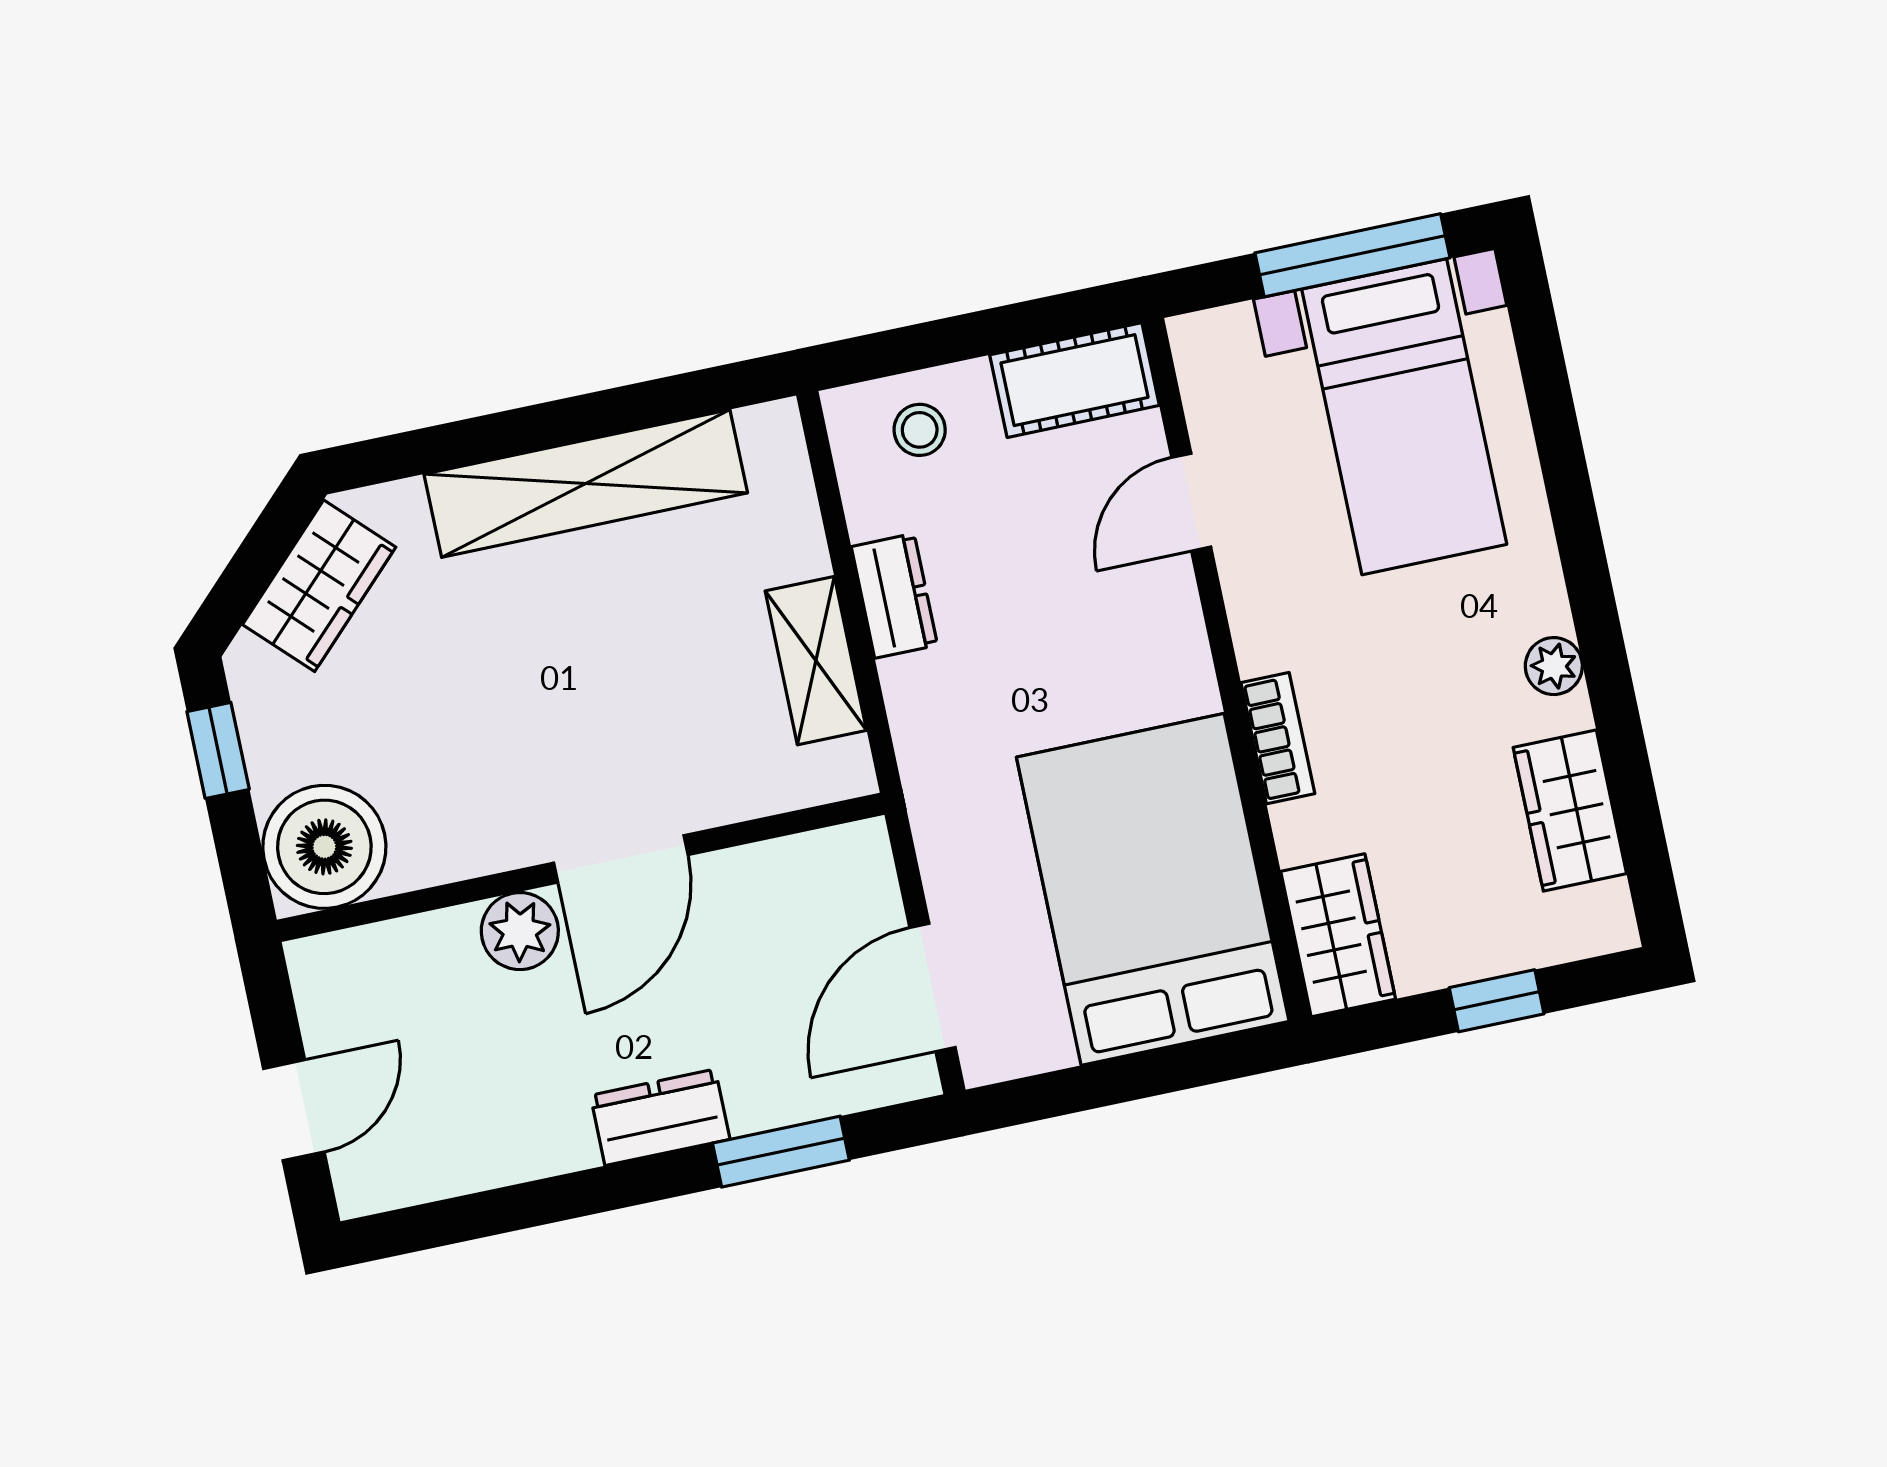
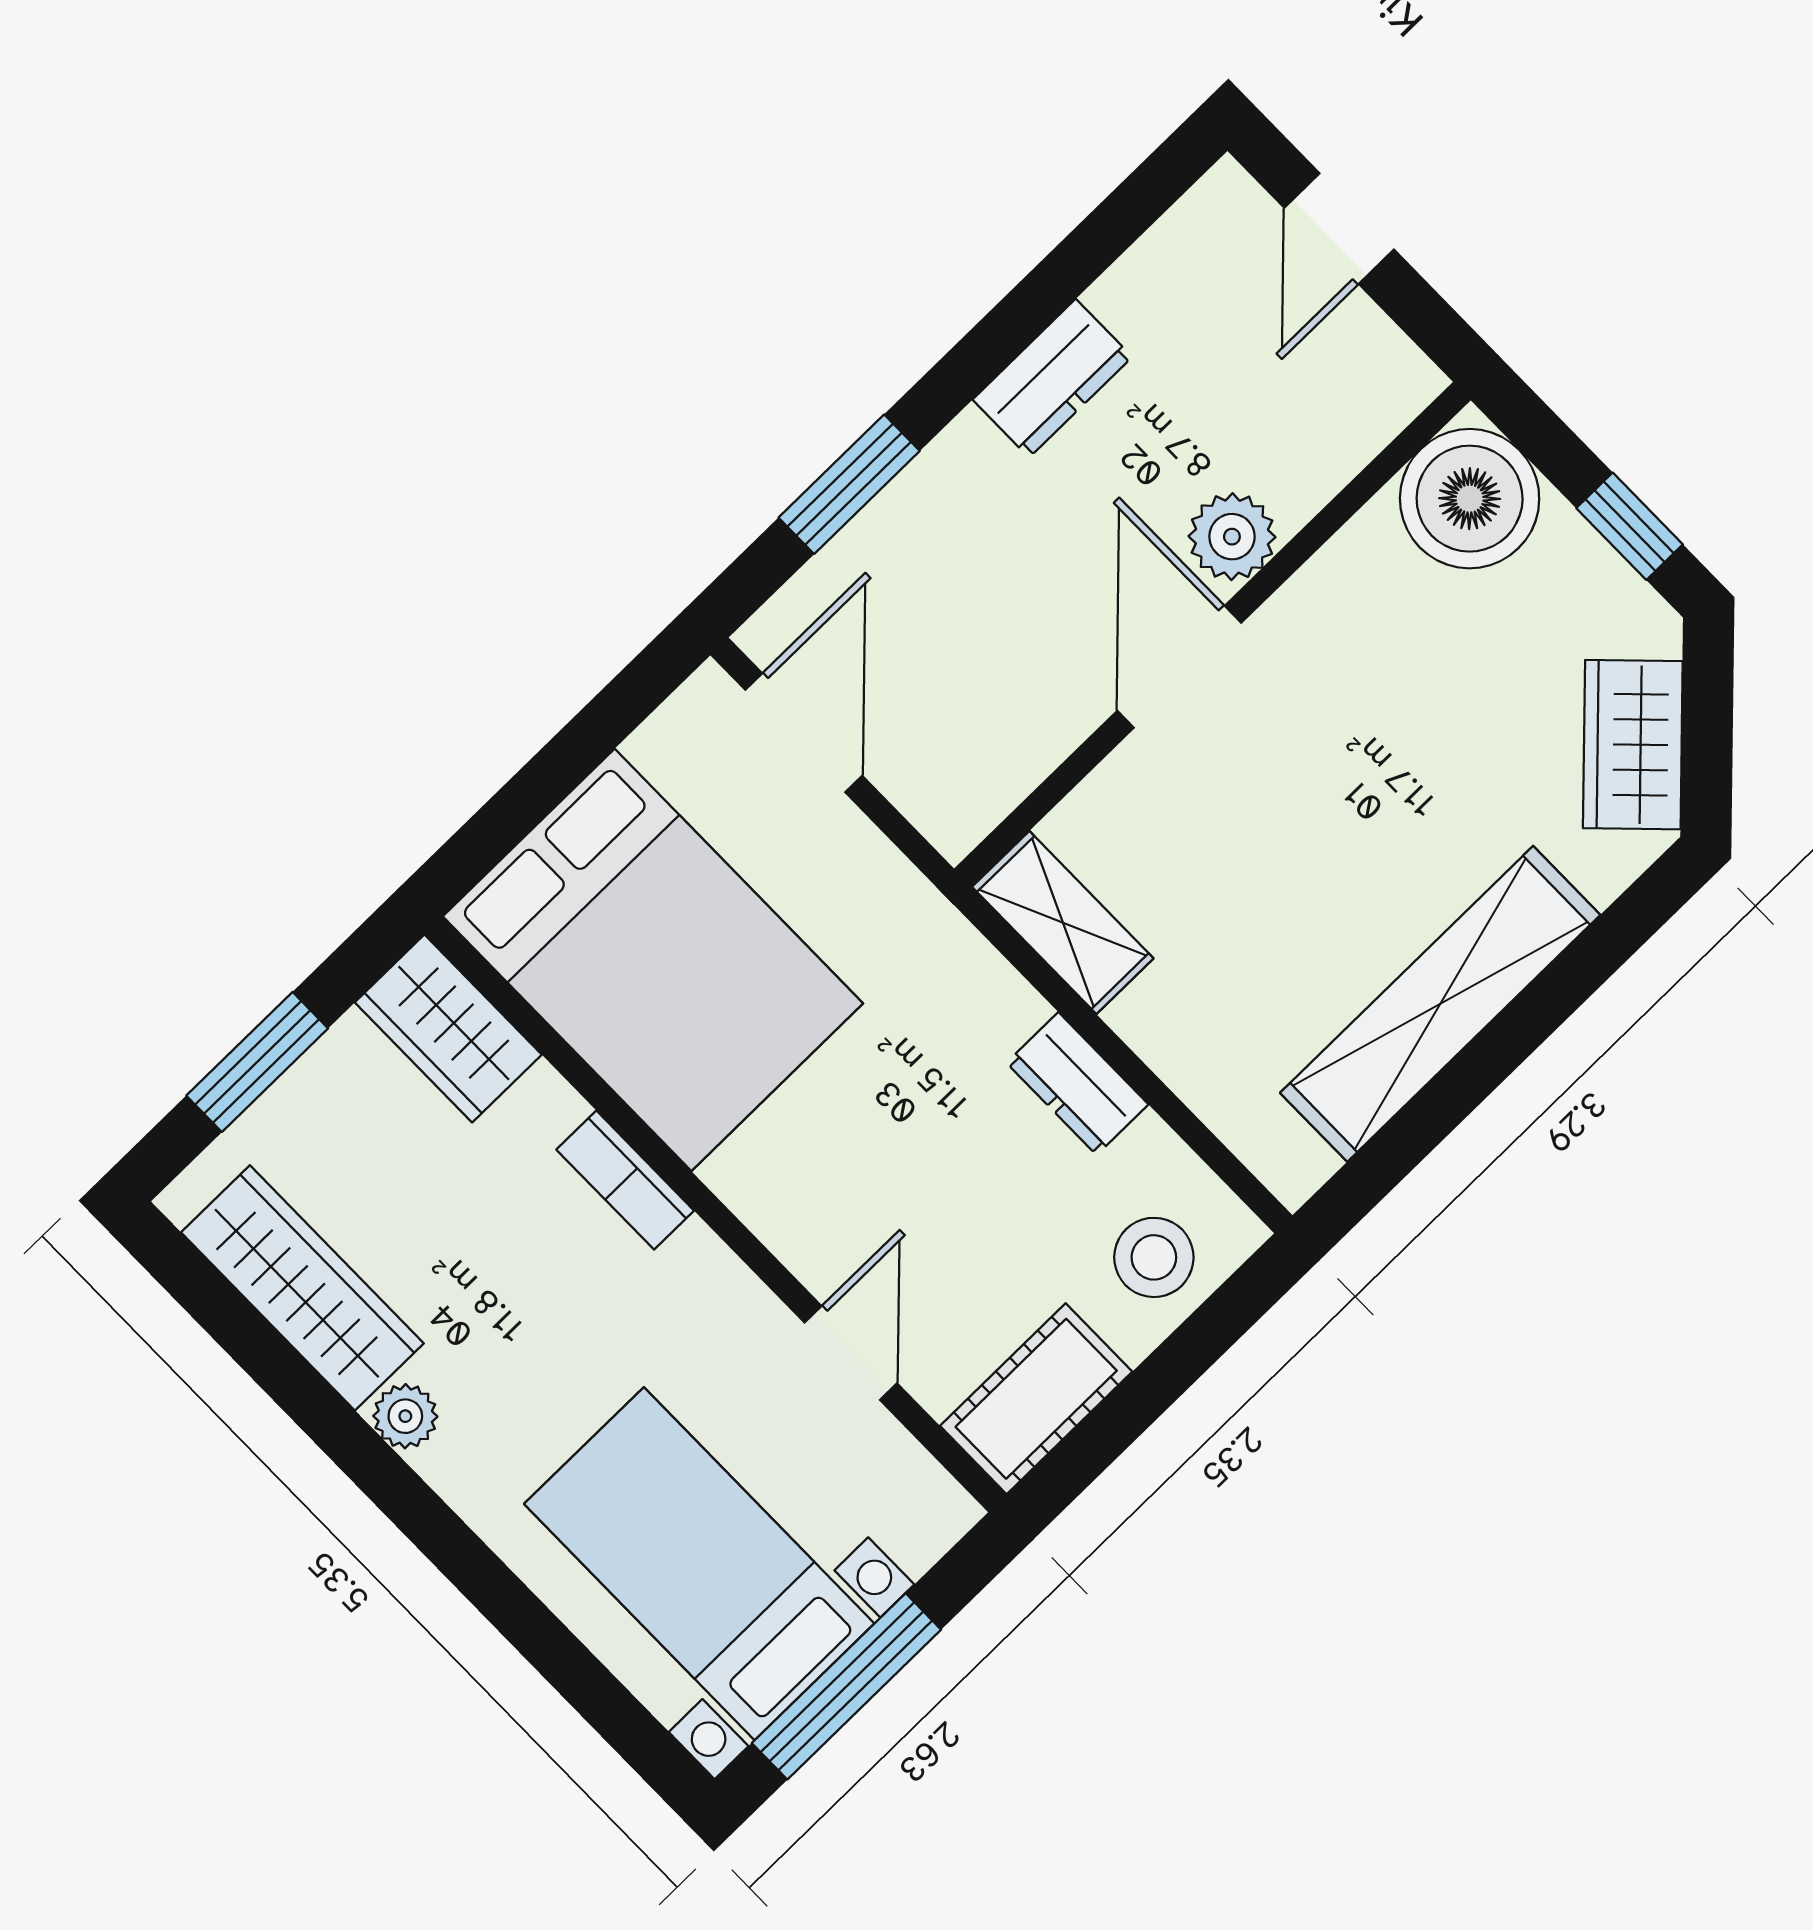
stool: (920, 430) -> (1154, 1257), width x1.37, depth x1.37
shelving: (816, 661) -> (1063, 923), moved
wardrobe: (1570, 811) -> (302, 1288), width x1.50
window: (1497, 1001) -> (257, 1062), width x1.50
dresser: (660, 1117) -> (1052, 378), moved

